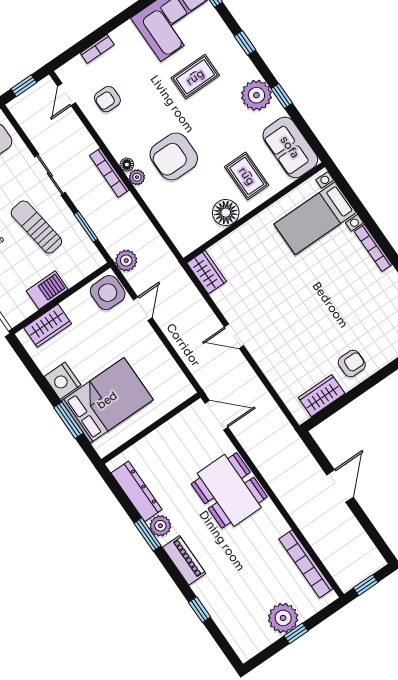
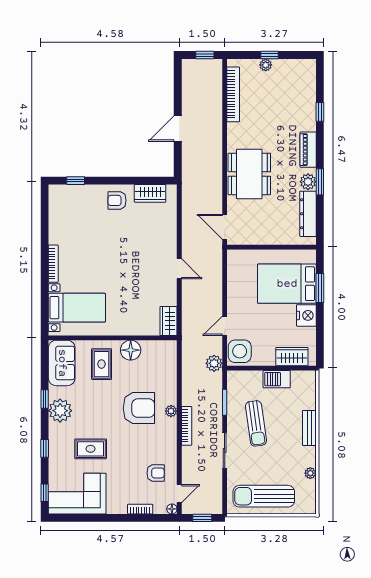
floor lamp: (127, 165) -> (172, 509), moved
plant: (283, 618) -> (266, 65), width x0.53, depth x0.53

